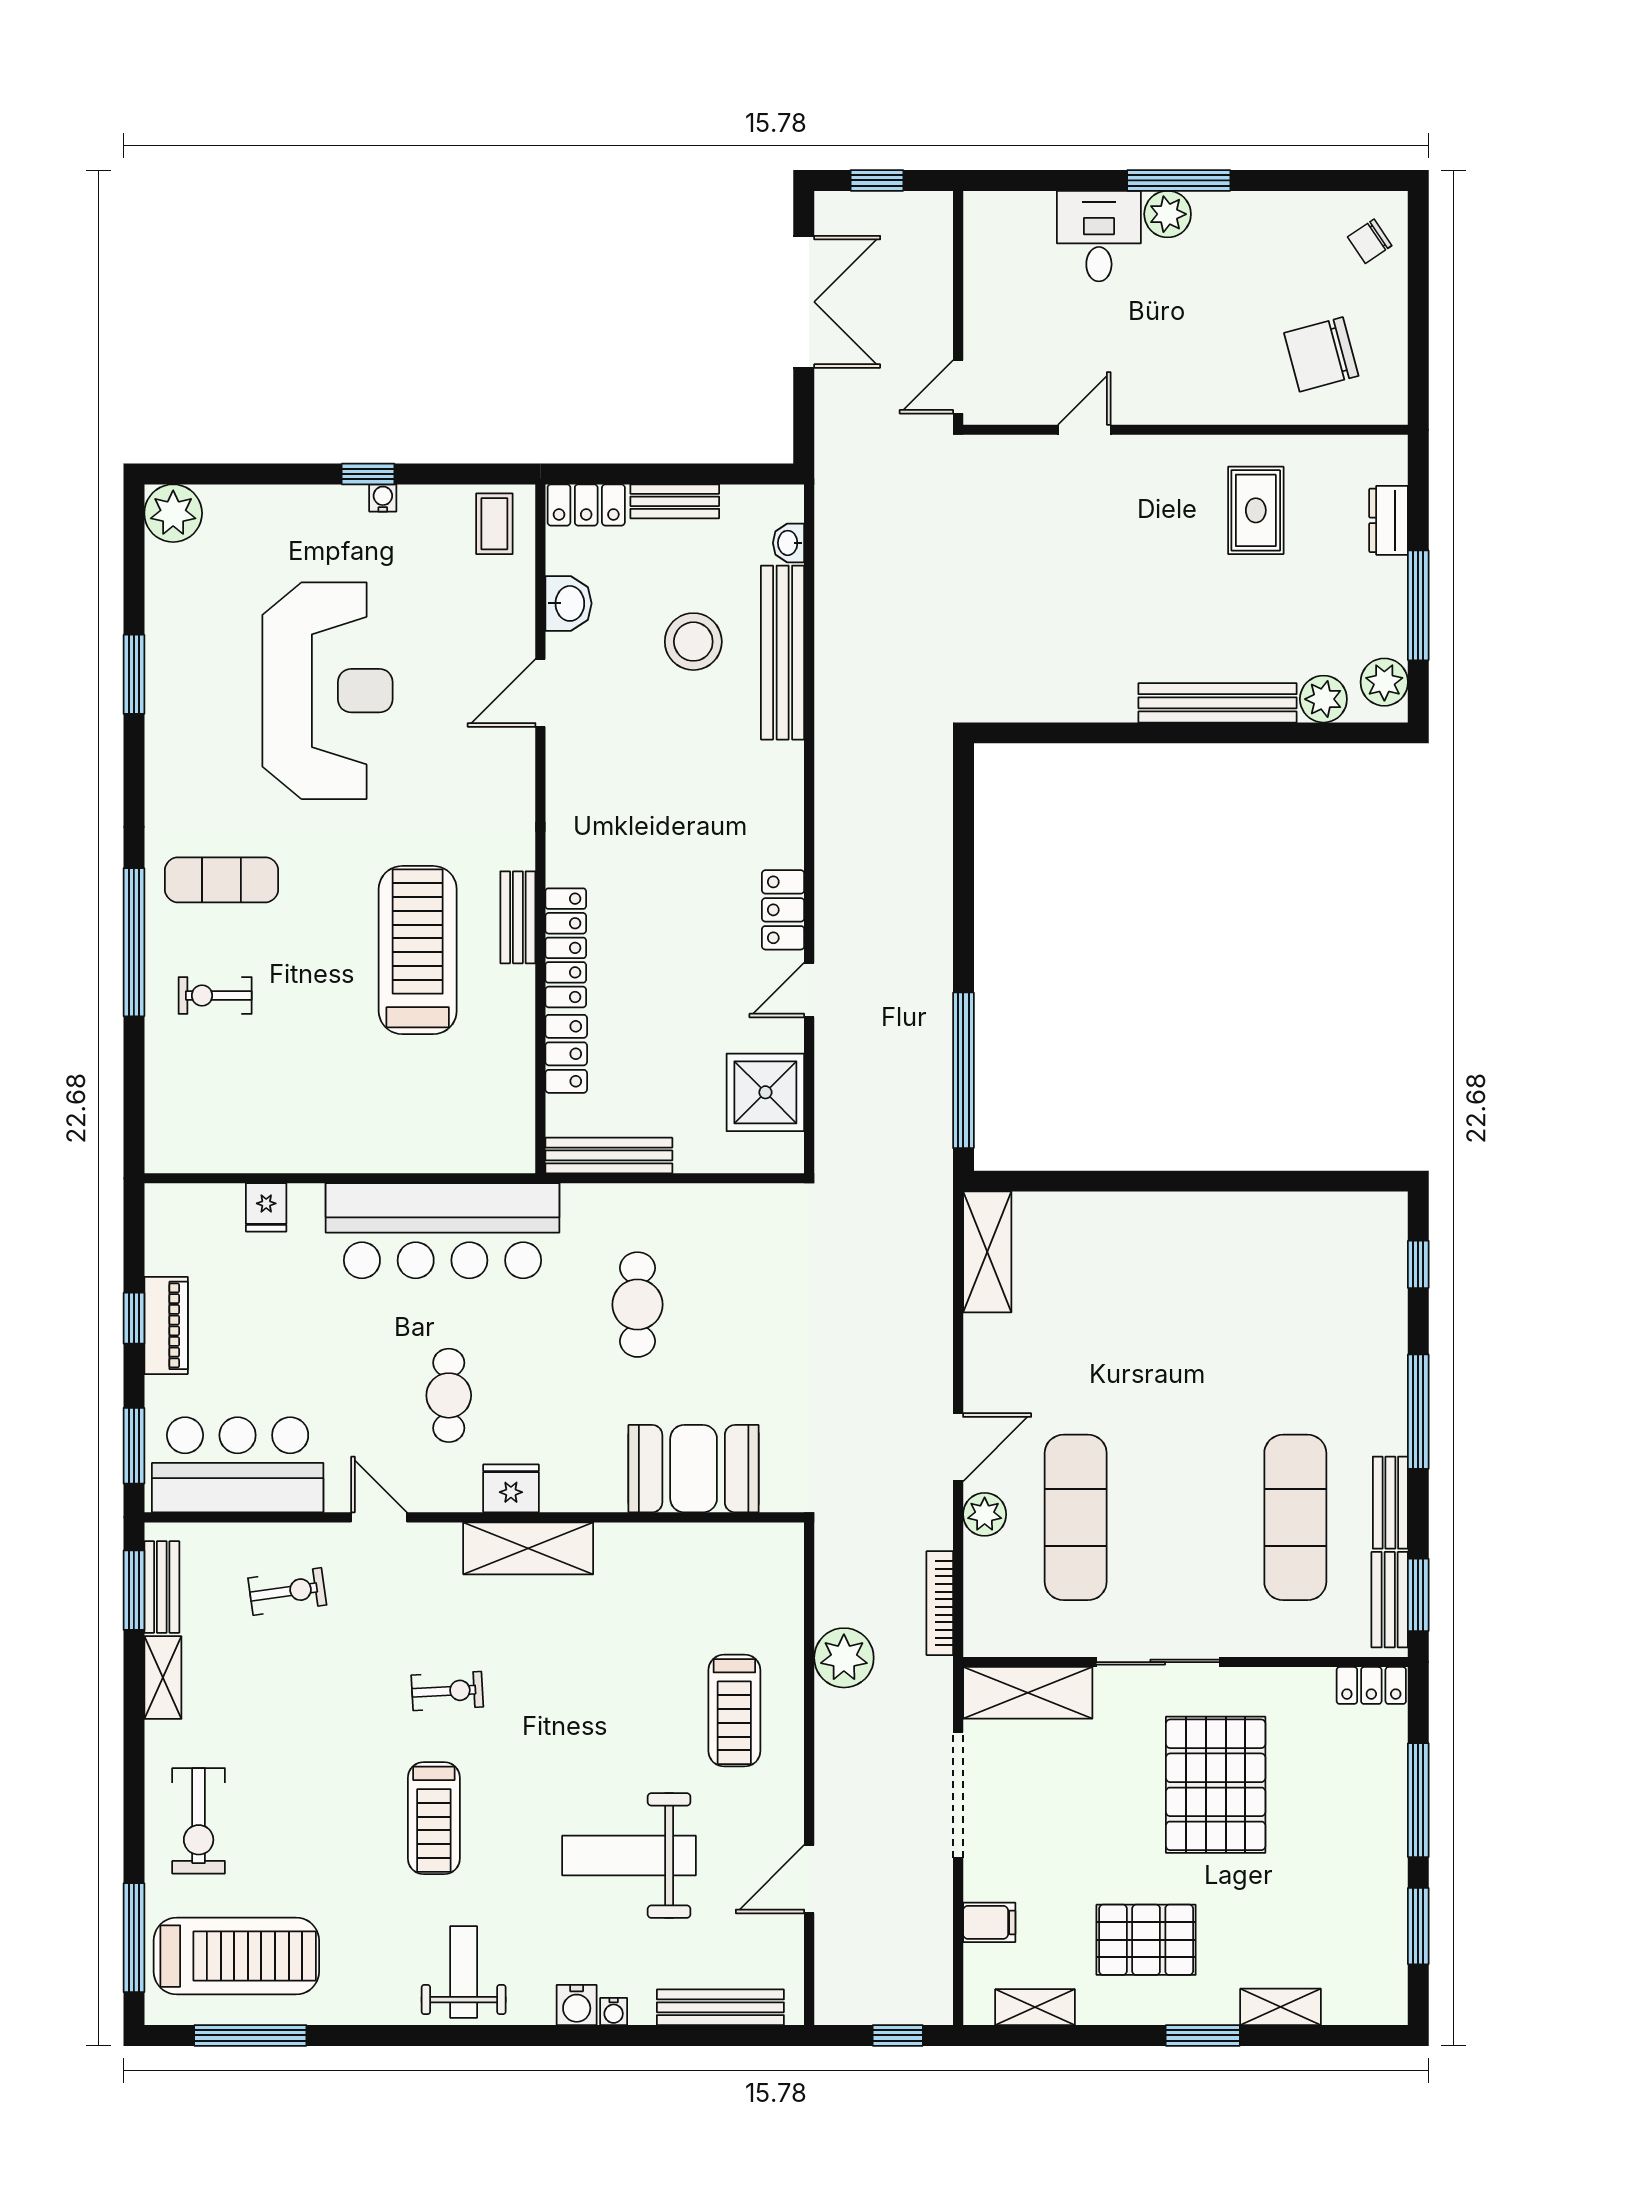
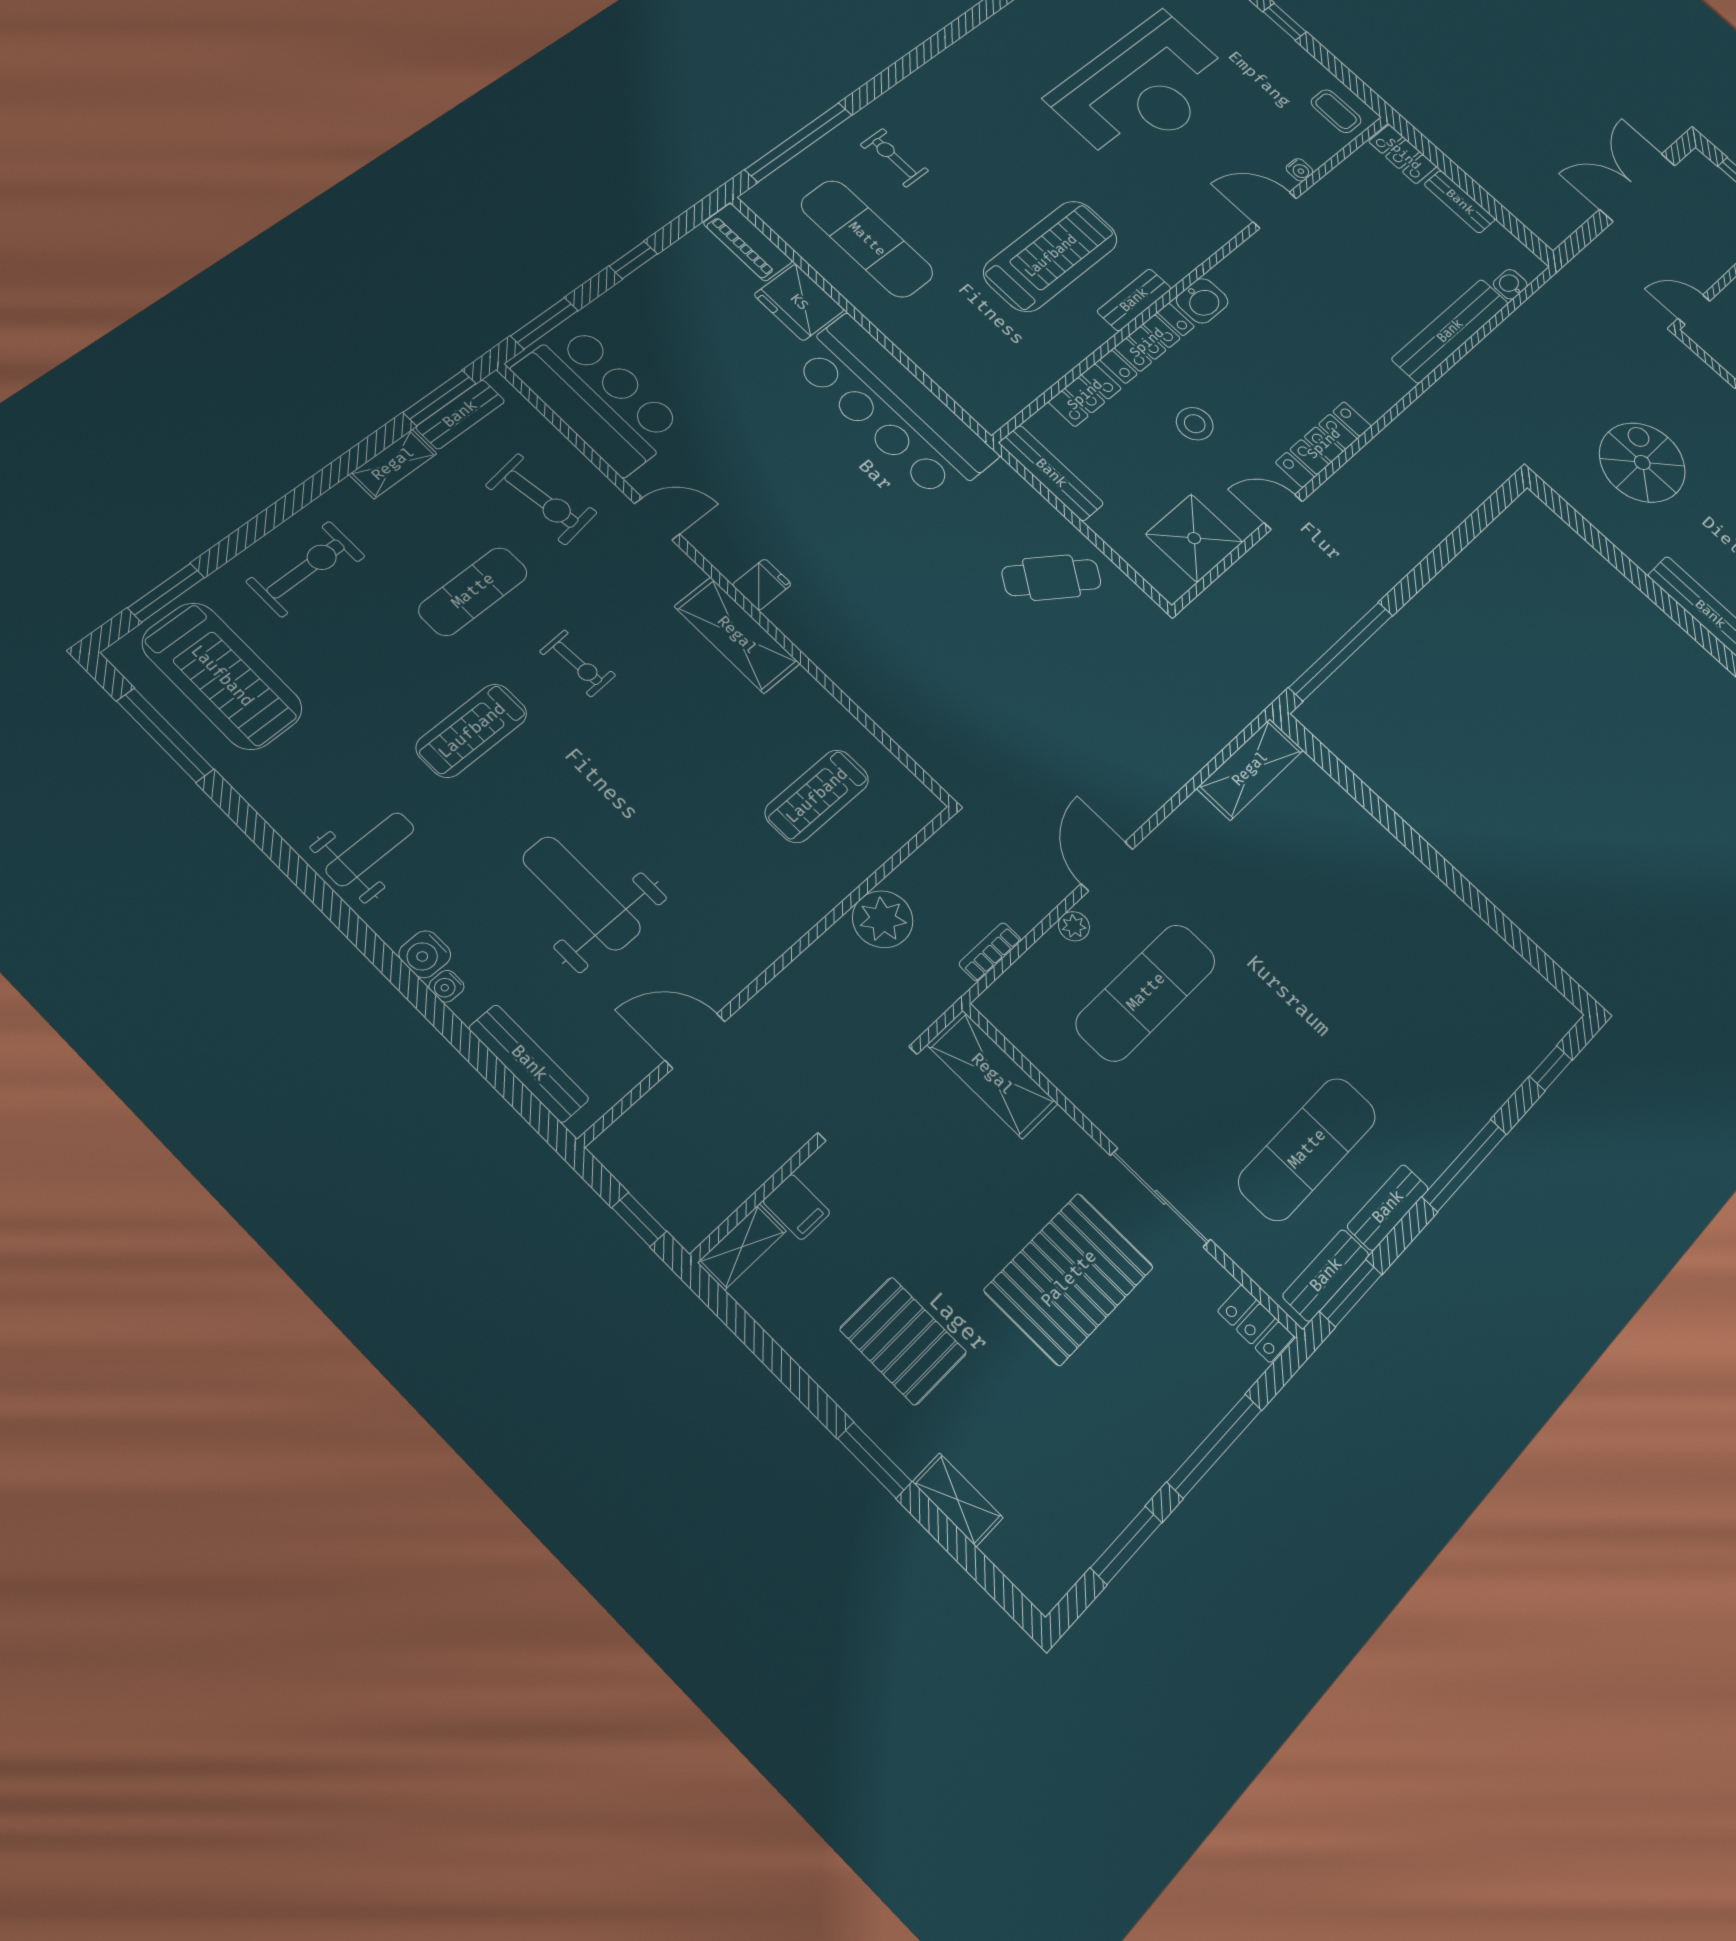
double door: (804, 302) -> (1638, 187), swing flipped
water cooler: (383, 498) -> (1300, 170), moved, turned 90
coffee table: (494, 524) -> (1336, 111), turned 90
washbasin: (568, 603) -> (1202, 301), moved
spiral stairs: (1044, 608) -> (1642, 462), added
stool: (693, 642) -> (1195, 424), moved, width x0.73, depth x0.73
exercise mat: (222, 880) -> (867, 239), moved, width x1.36, depth x1.45
locker: (783, 910) -> (1324, 444), width x1.53
window: (134, 942) -> (799, 142), moved
fridge: (266, 1207) -> (799, 302), width x1.88, depth x1.34
cafe table: (637, 1305) -> (1051, 578), moved, turned 35
piano: (166, 1325) -> (748, 242), moved, turned 90
cafe table: (449, 1395) -> (789, 498), removed
door: (958, 1447) -> (1107, 866), swing flipped
booth: (694, 1469) -> (907, 700), removed
fridge: (511, 1488) -> (762, 584), width x0.72
plant: (985, 1514) -> (1074, 926), width x0.73, depth x0.73
door: (379, 1517) -> (657, 519), hinge flipped
exercise bike: (287, 1591) -> (541, 499), width x1.38, depth x1.39
bookcase: (940, 1603) -> (990, 952), width x0.64
sliding door: (1158, 1662) -> (1160, 1197), moved
treadmill: (734, 1710) -> (817, 796), moved
exercise mat: (322, 1715) -> (473, 591), added
exercise bike: (199, 1821) -> (306, 569), turned 180
window: (134, 1938) -> (166, 593), width x0.69
shelving: (1035, 2007) -> (742, 1247), moved, turned 90

